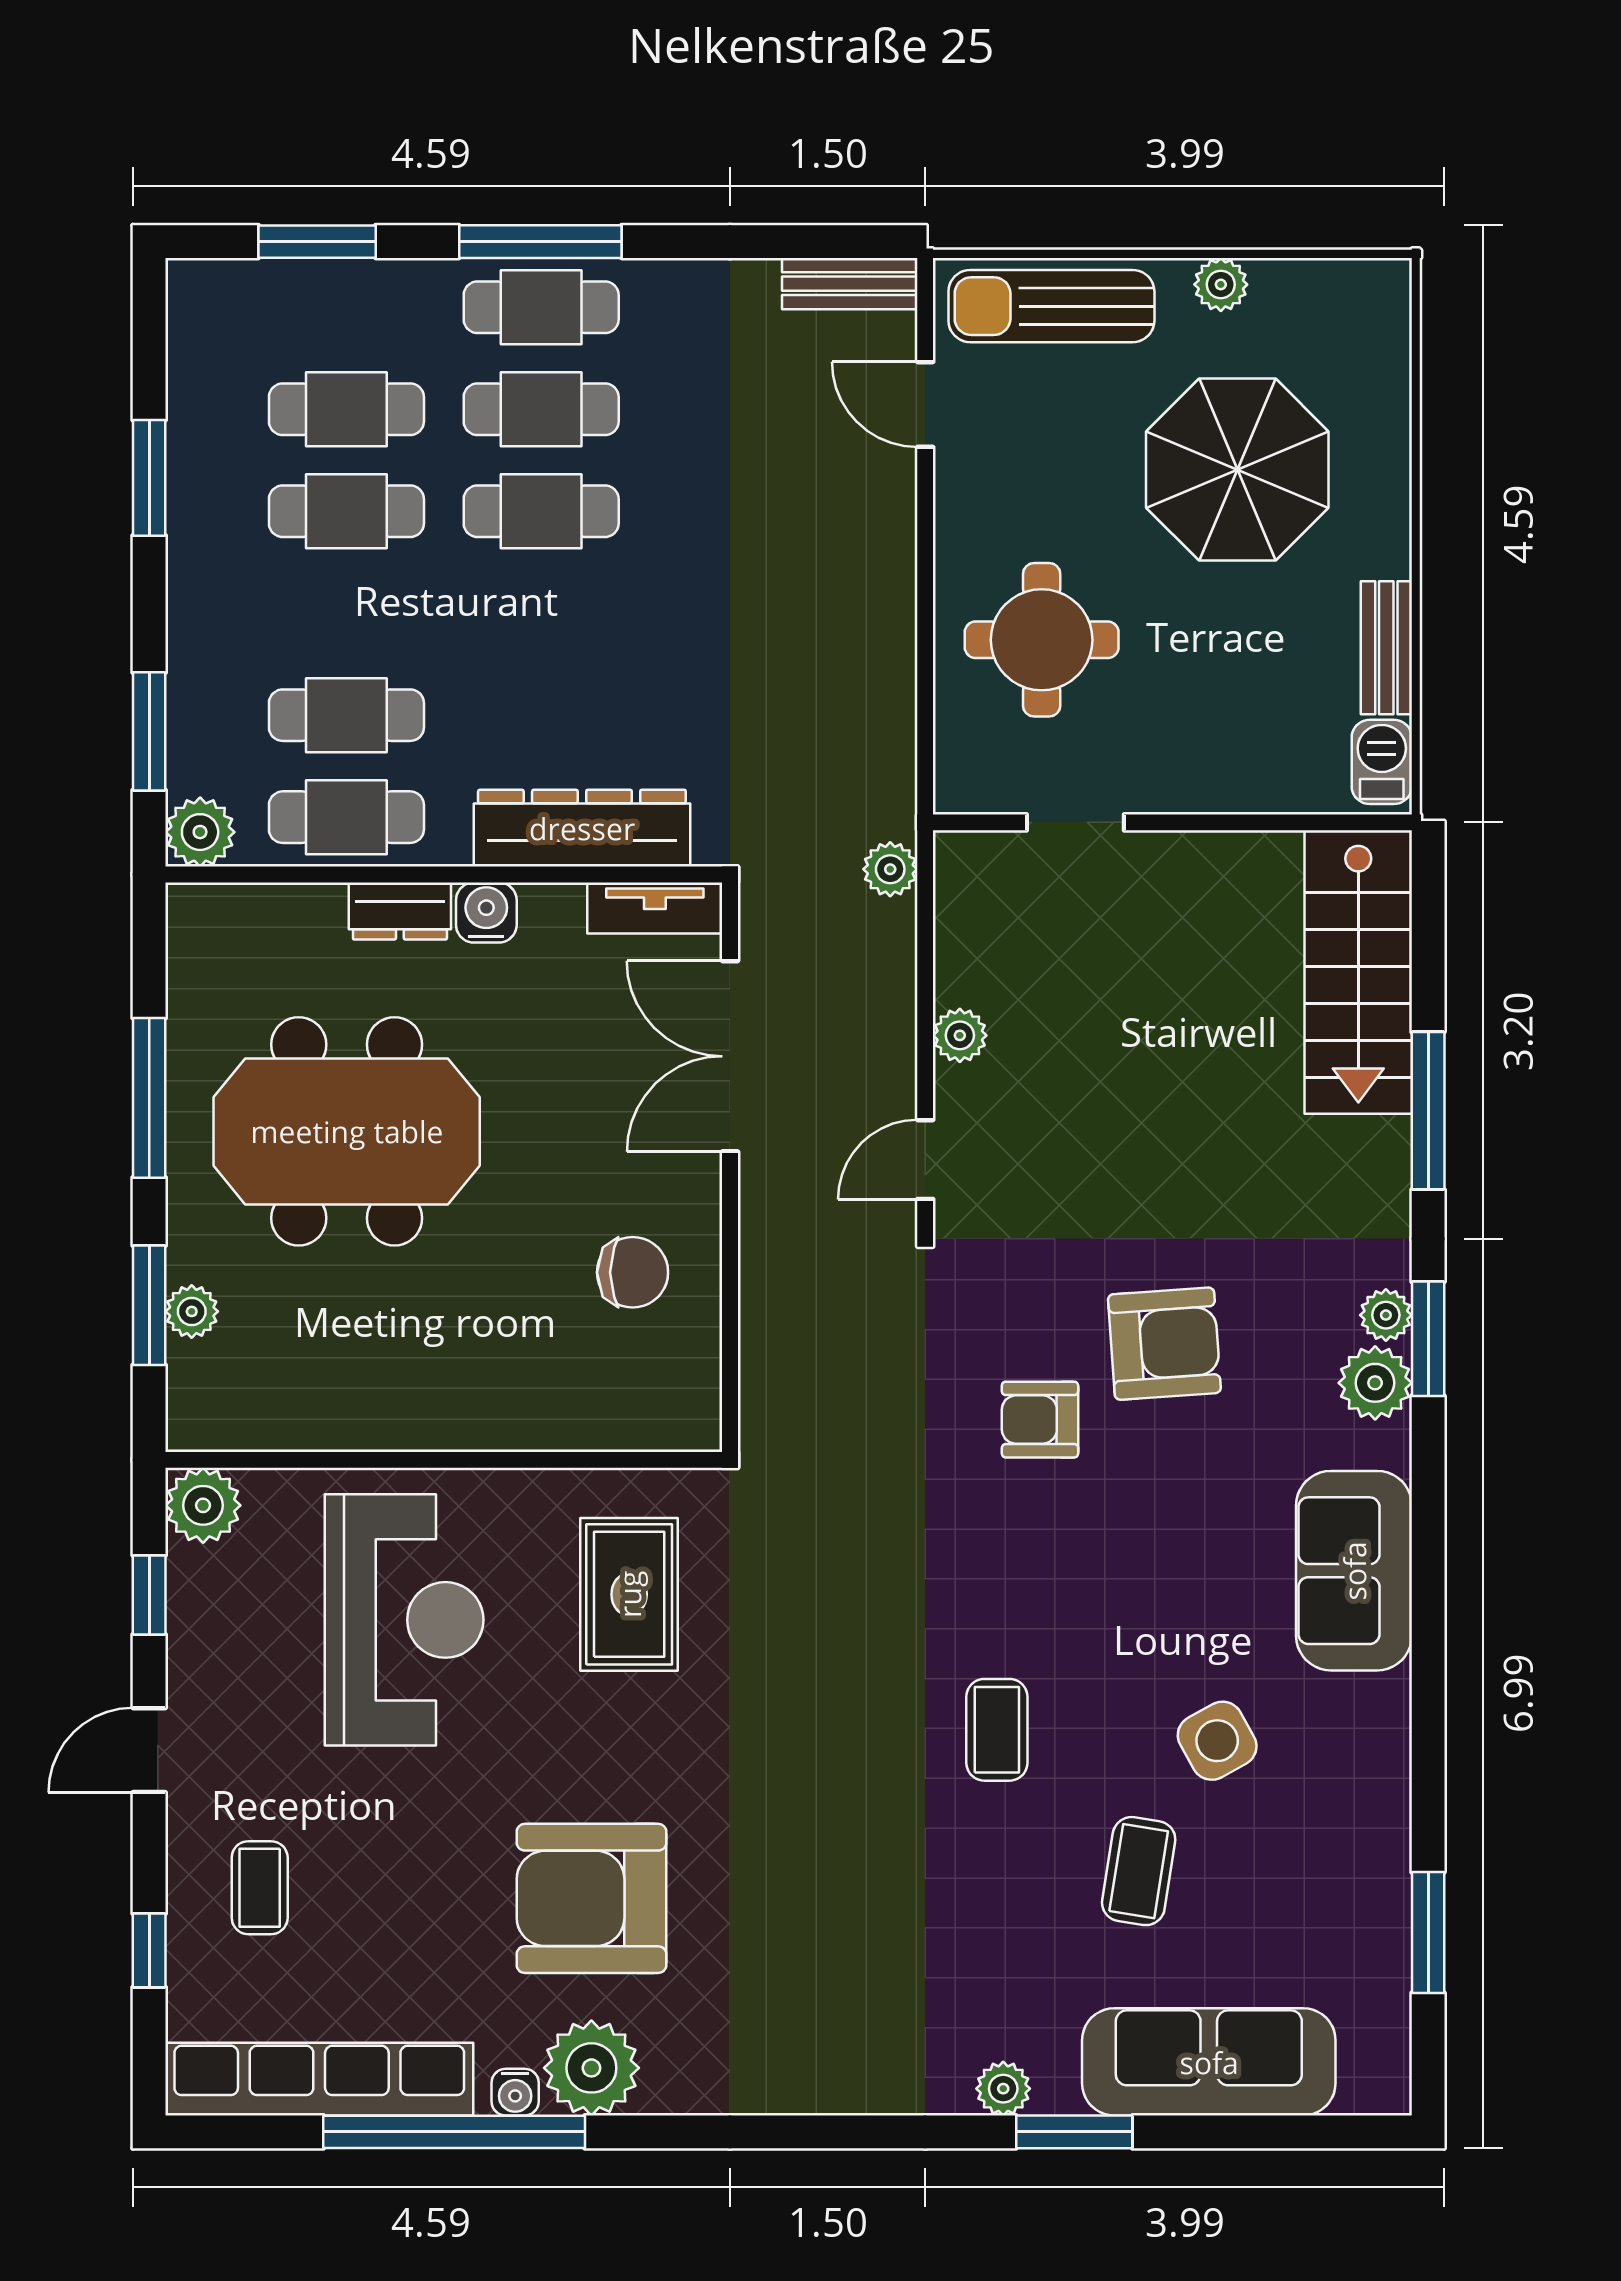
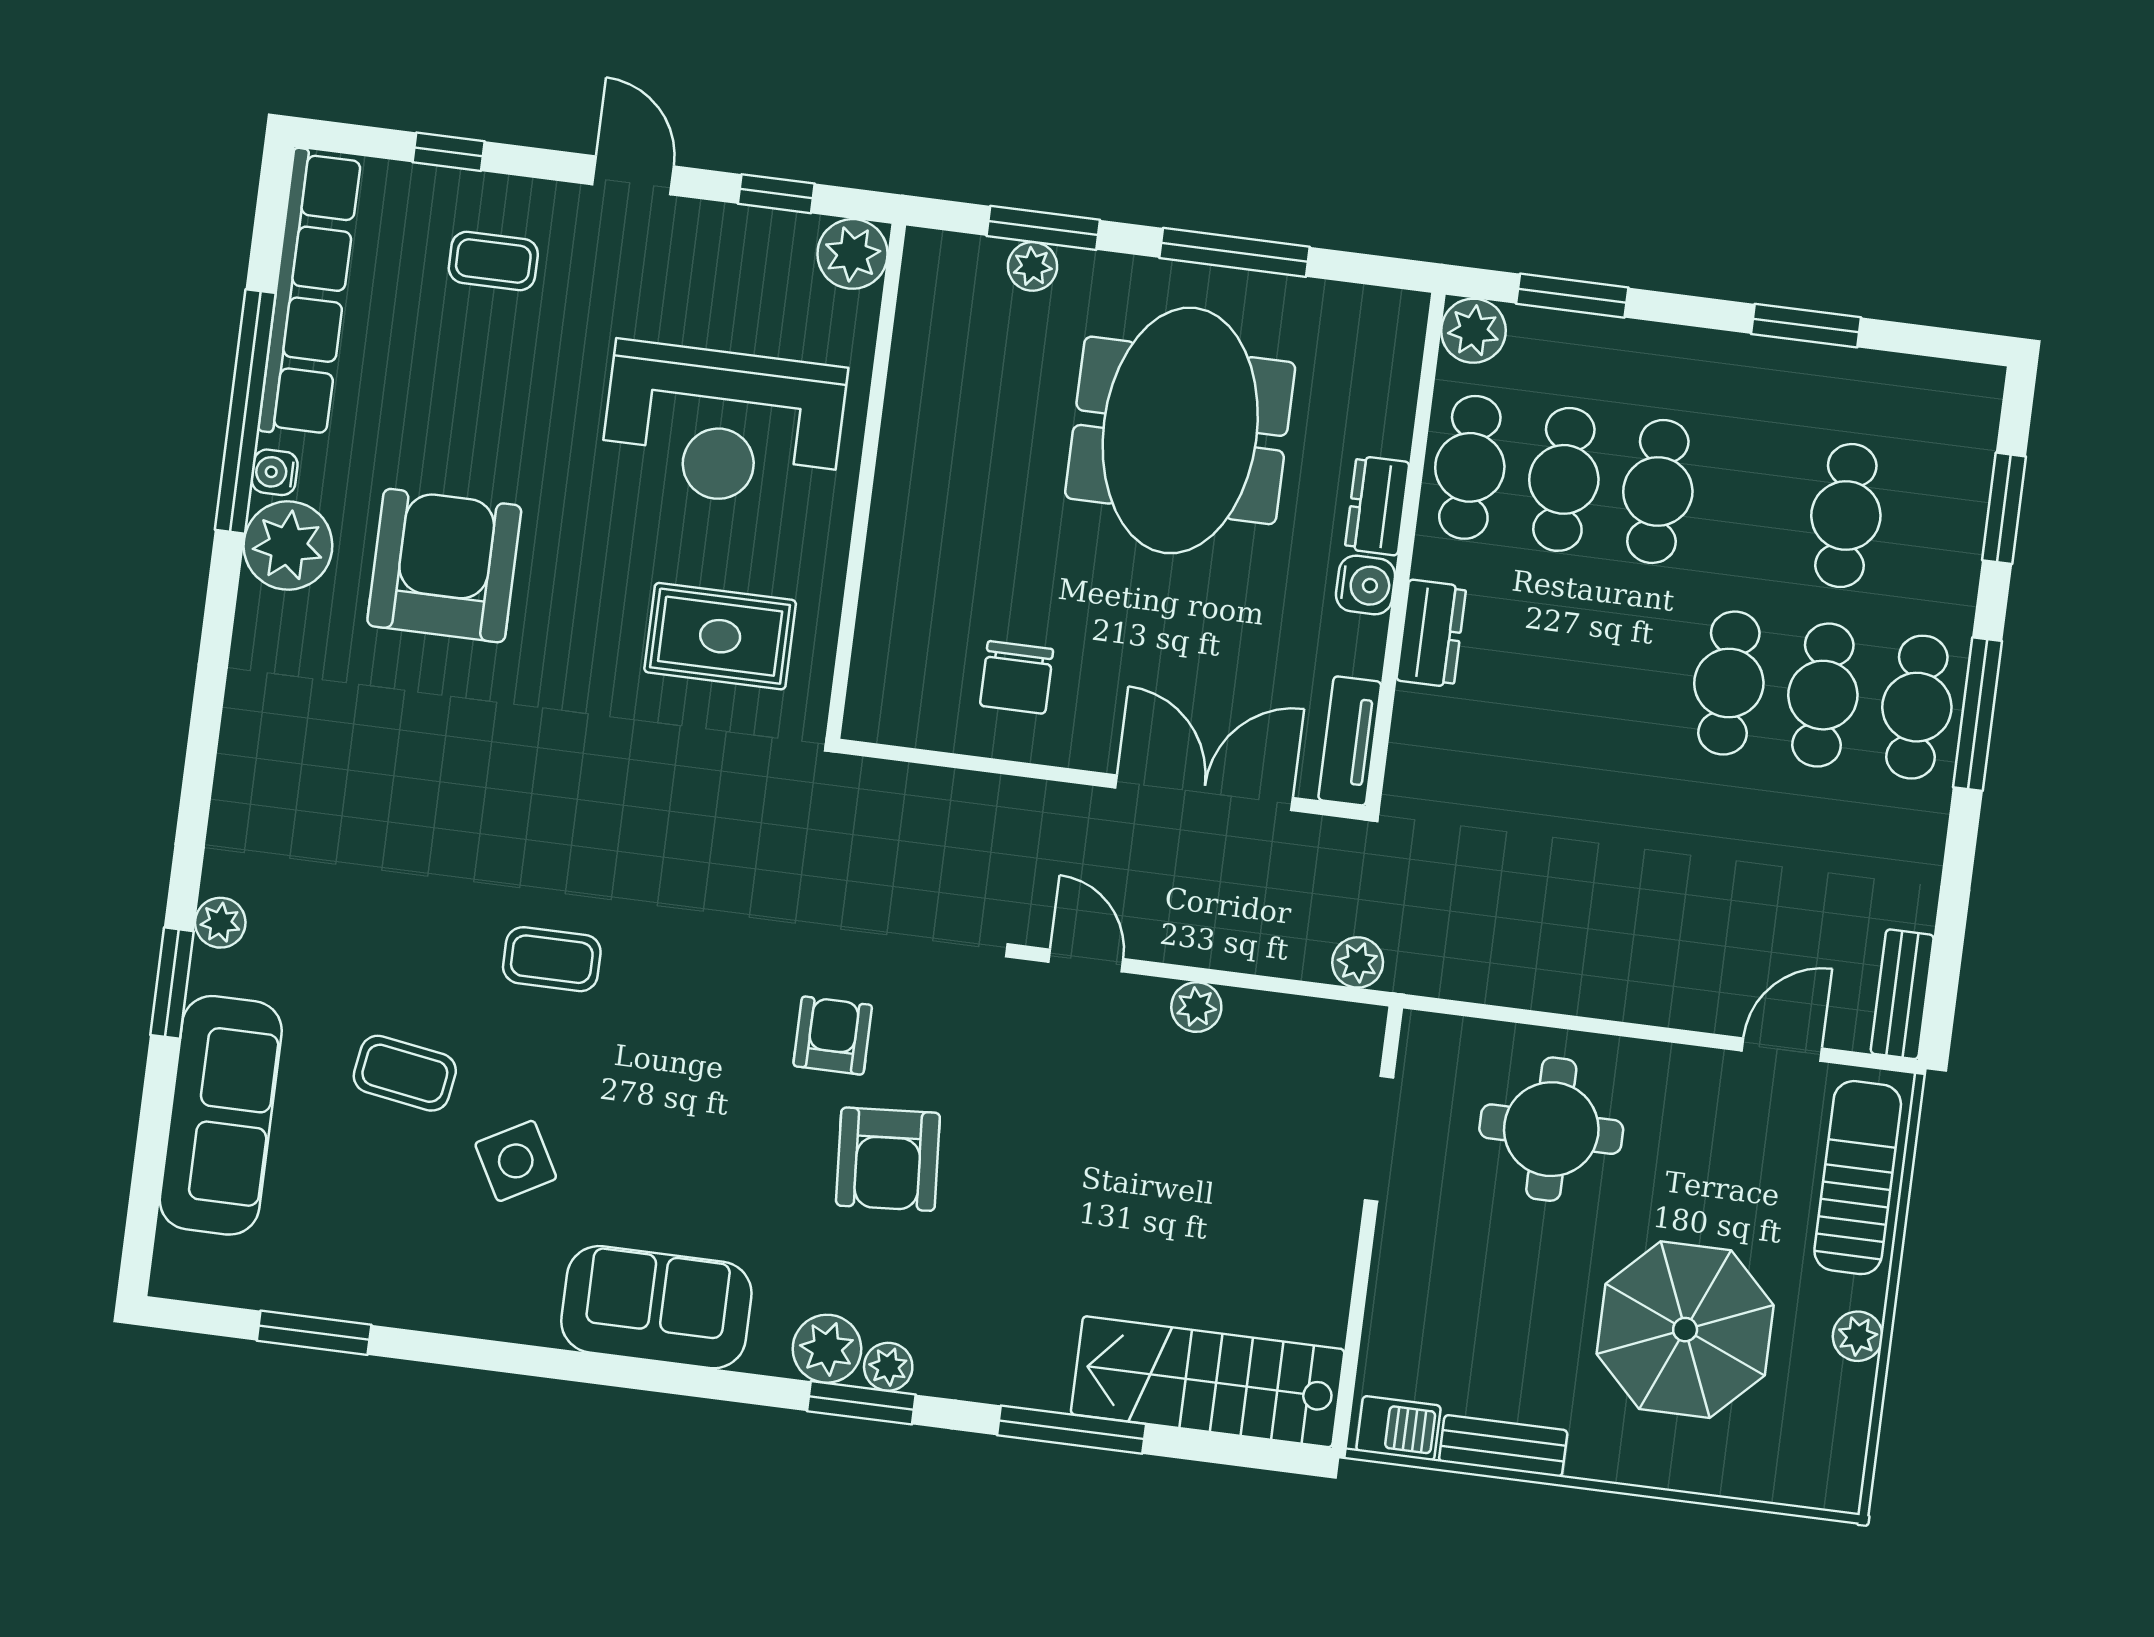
cafe table: (346, 511) -> (1658, 491), moved
doorway: (1075, 822) -> (1379, 1139), width x1.38
dresser: (582, 828) -> (1431, 633), width x0.51, depth x0.80

